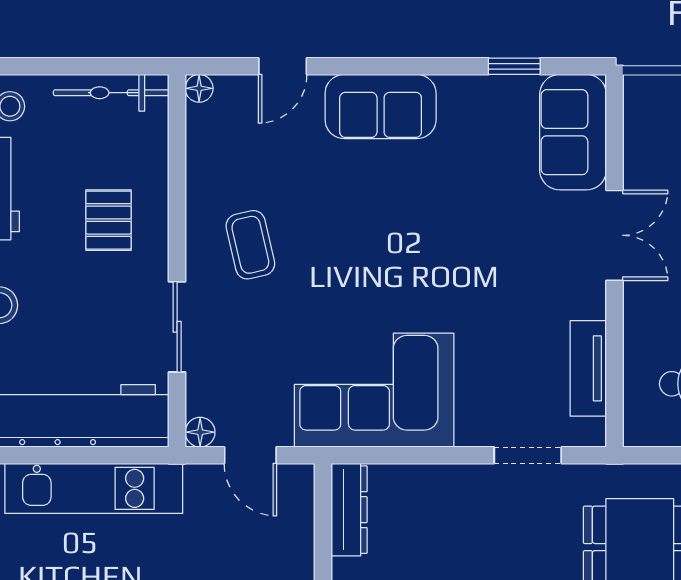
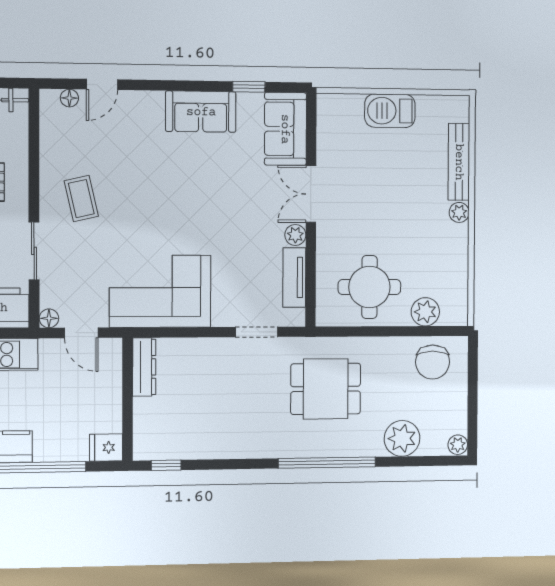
floor lamp: (199, 88) -> (69, 98), moved
sofa: (381, 107) -> (201, 112), moved
double door: (615, 235) -> (311, 194), swing flipped
plant: (590, 301) -> (295, 235), added

